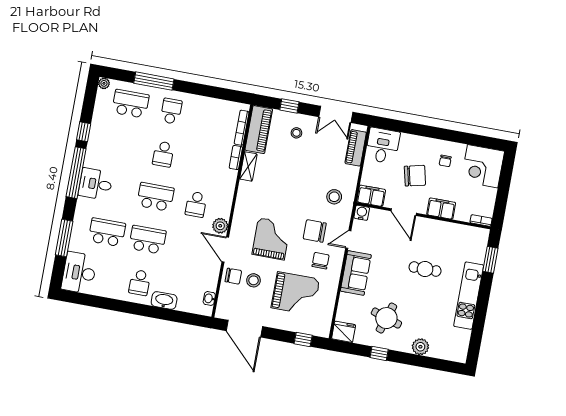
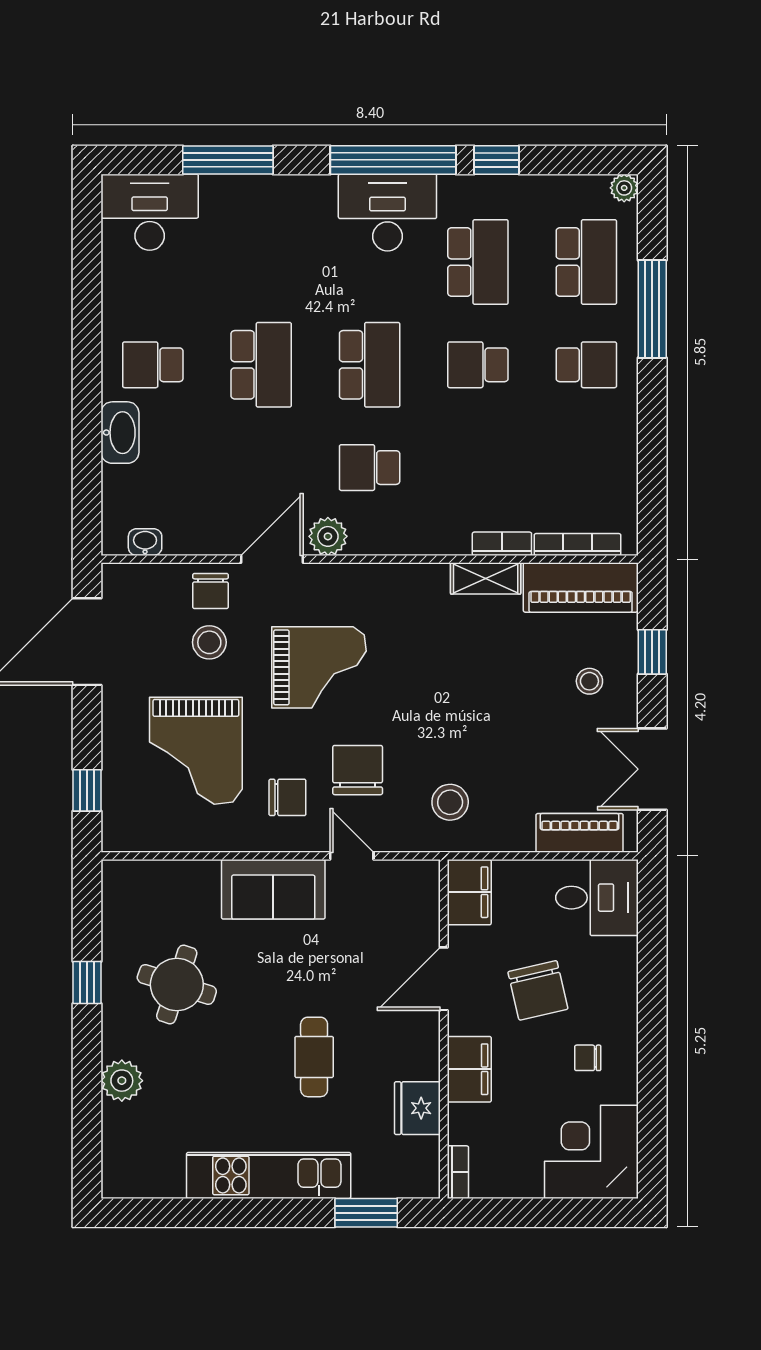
desk: (96, 184) -> (387, 213), width x1.37
water cooler: (362, 213) -> (423, 877), removed
school desk: (107, 232) -> (478, 262), moved
fridge: (344, 332) -> (417, 1108), moved, turned 180

